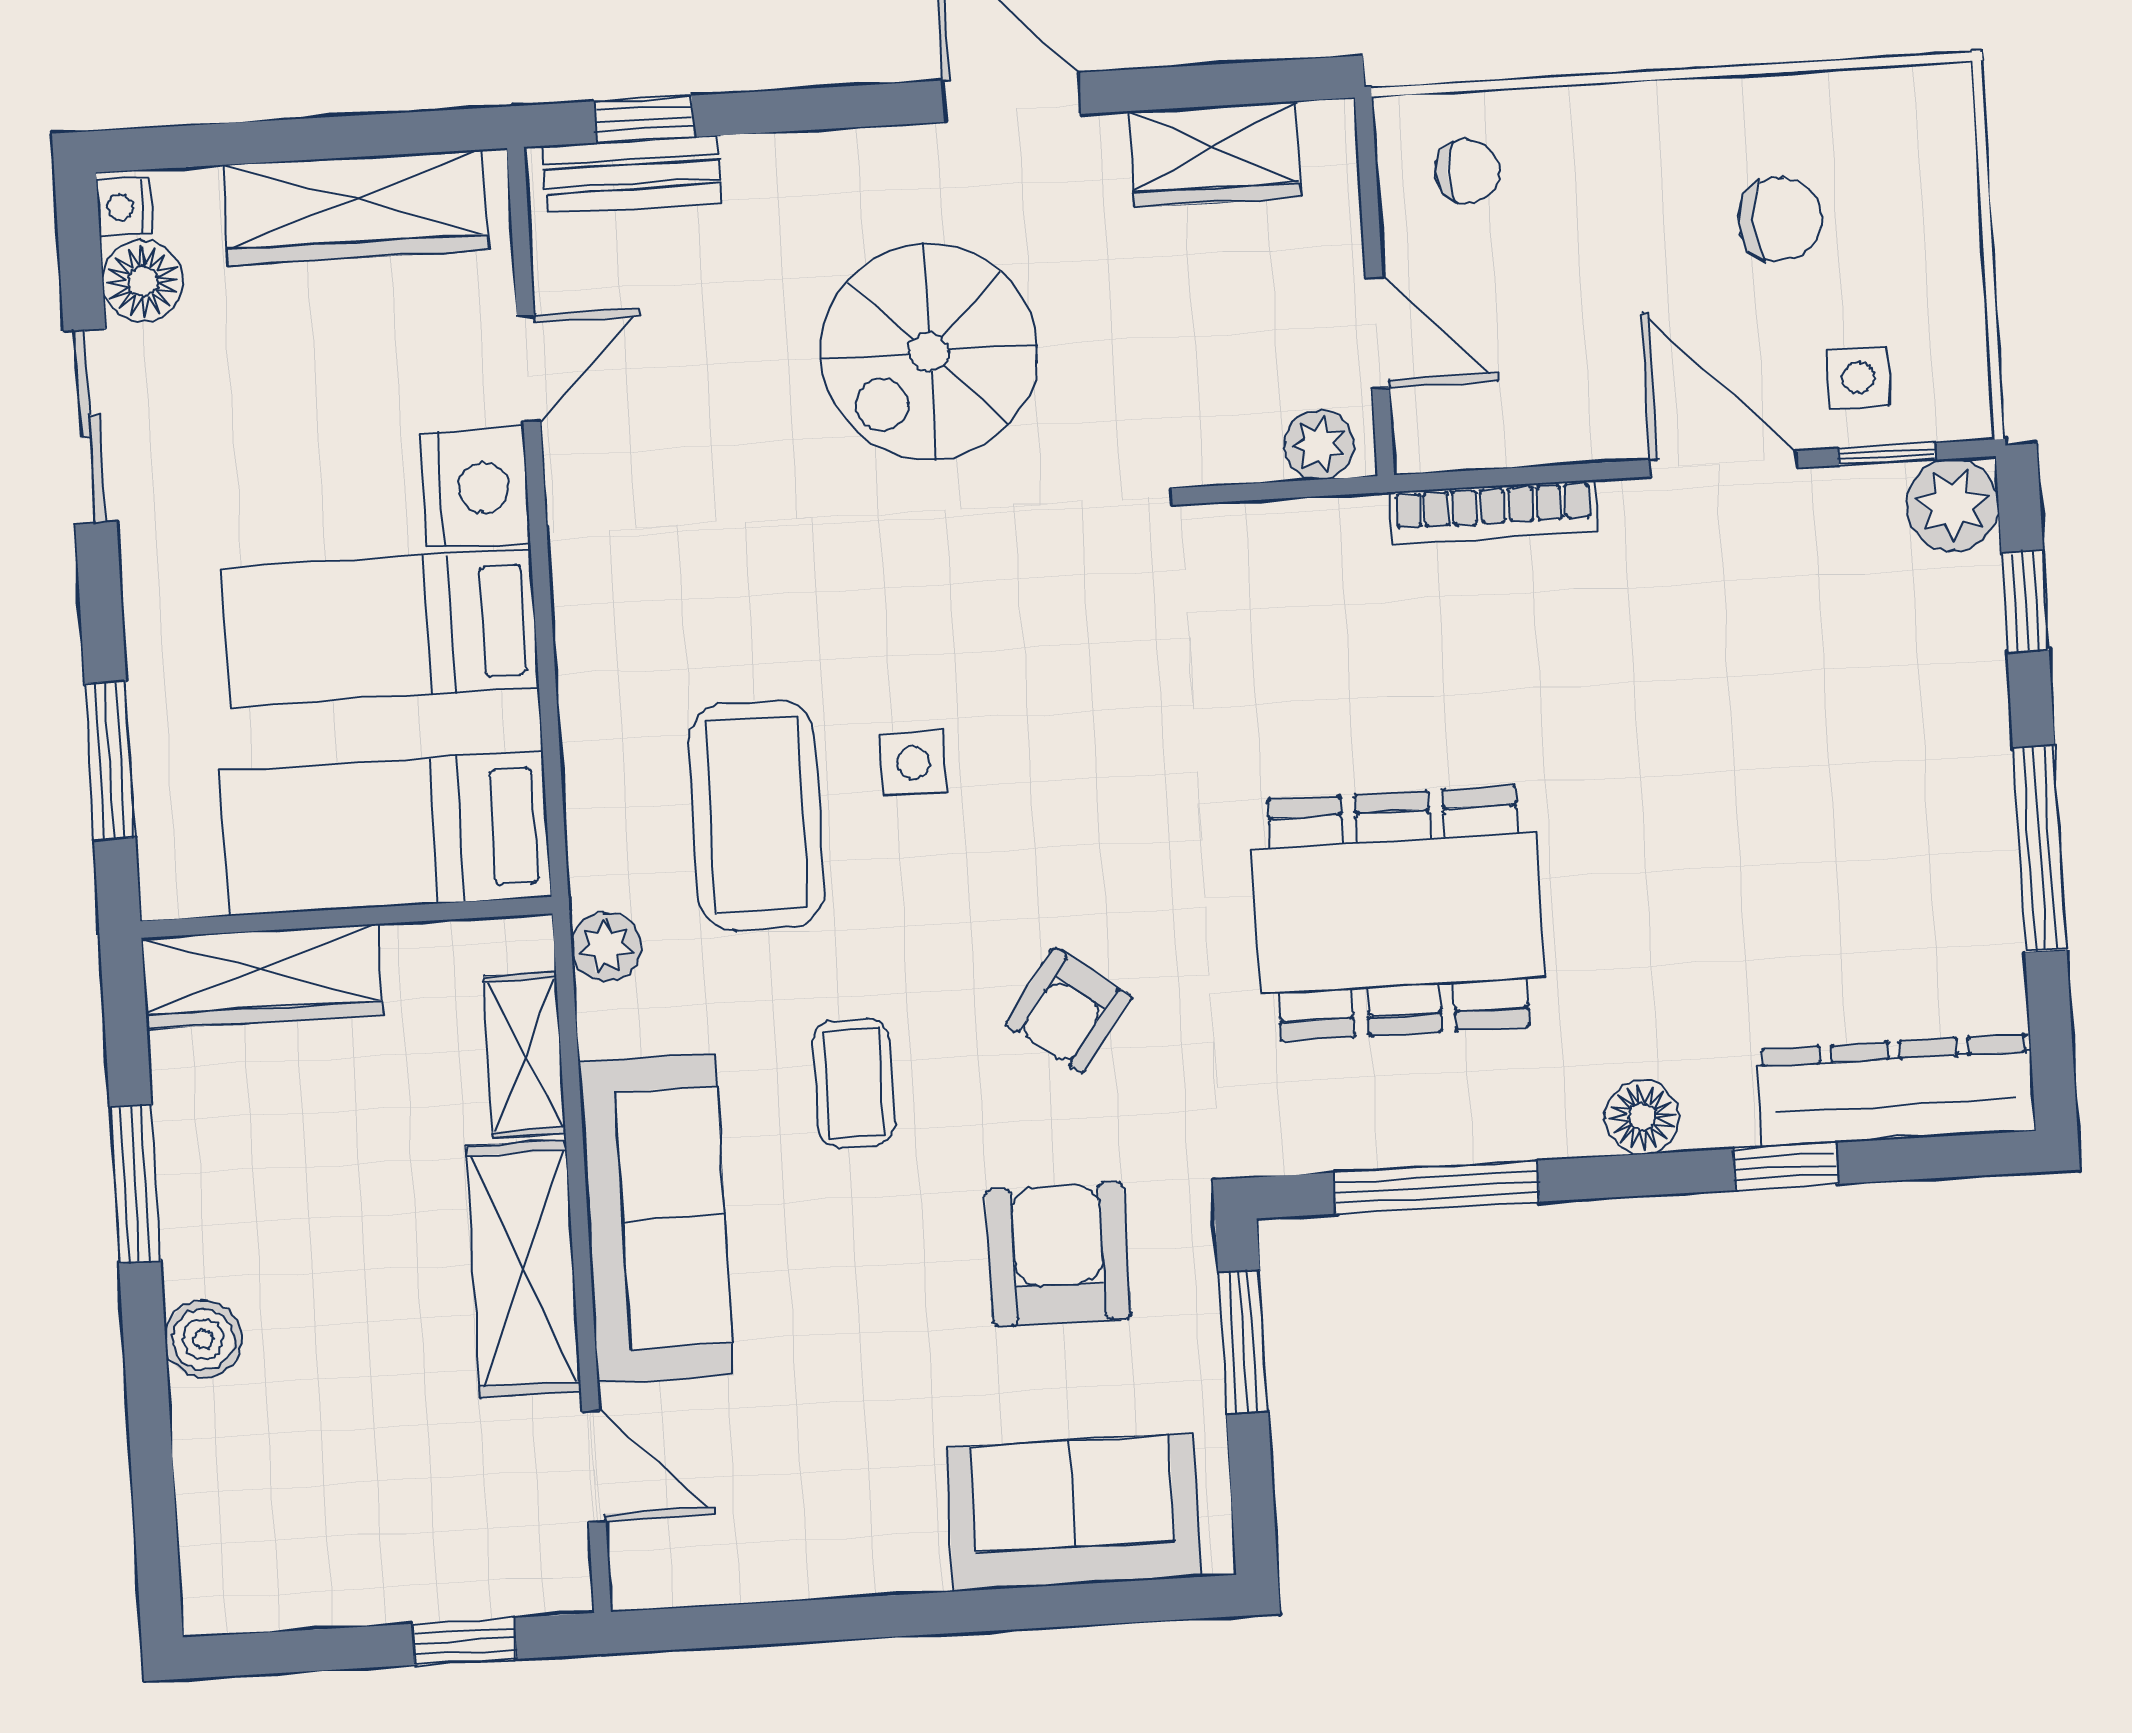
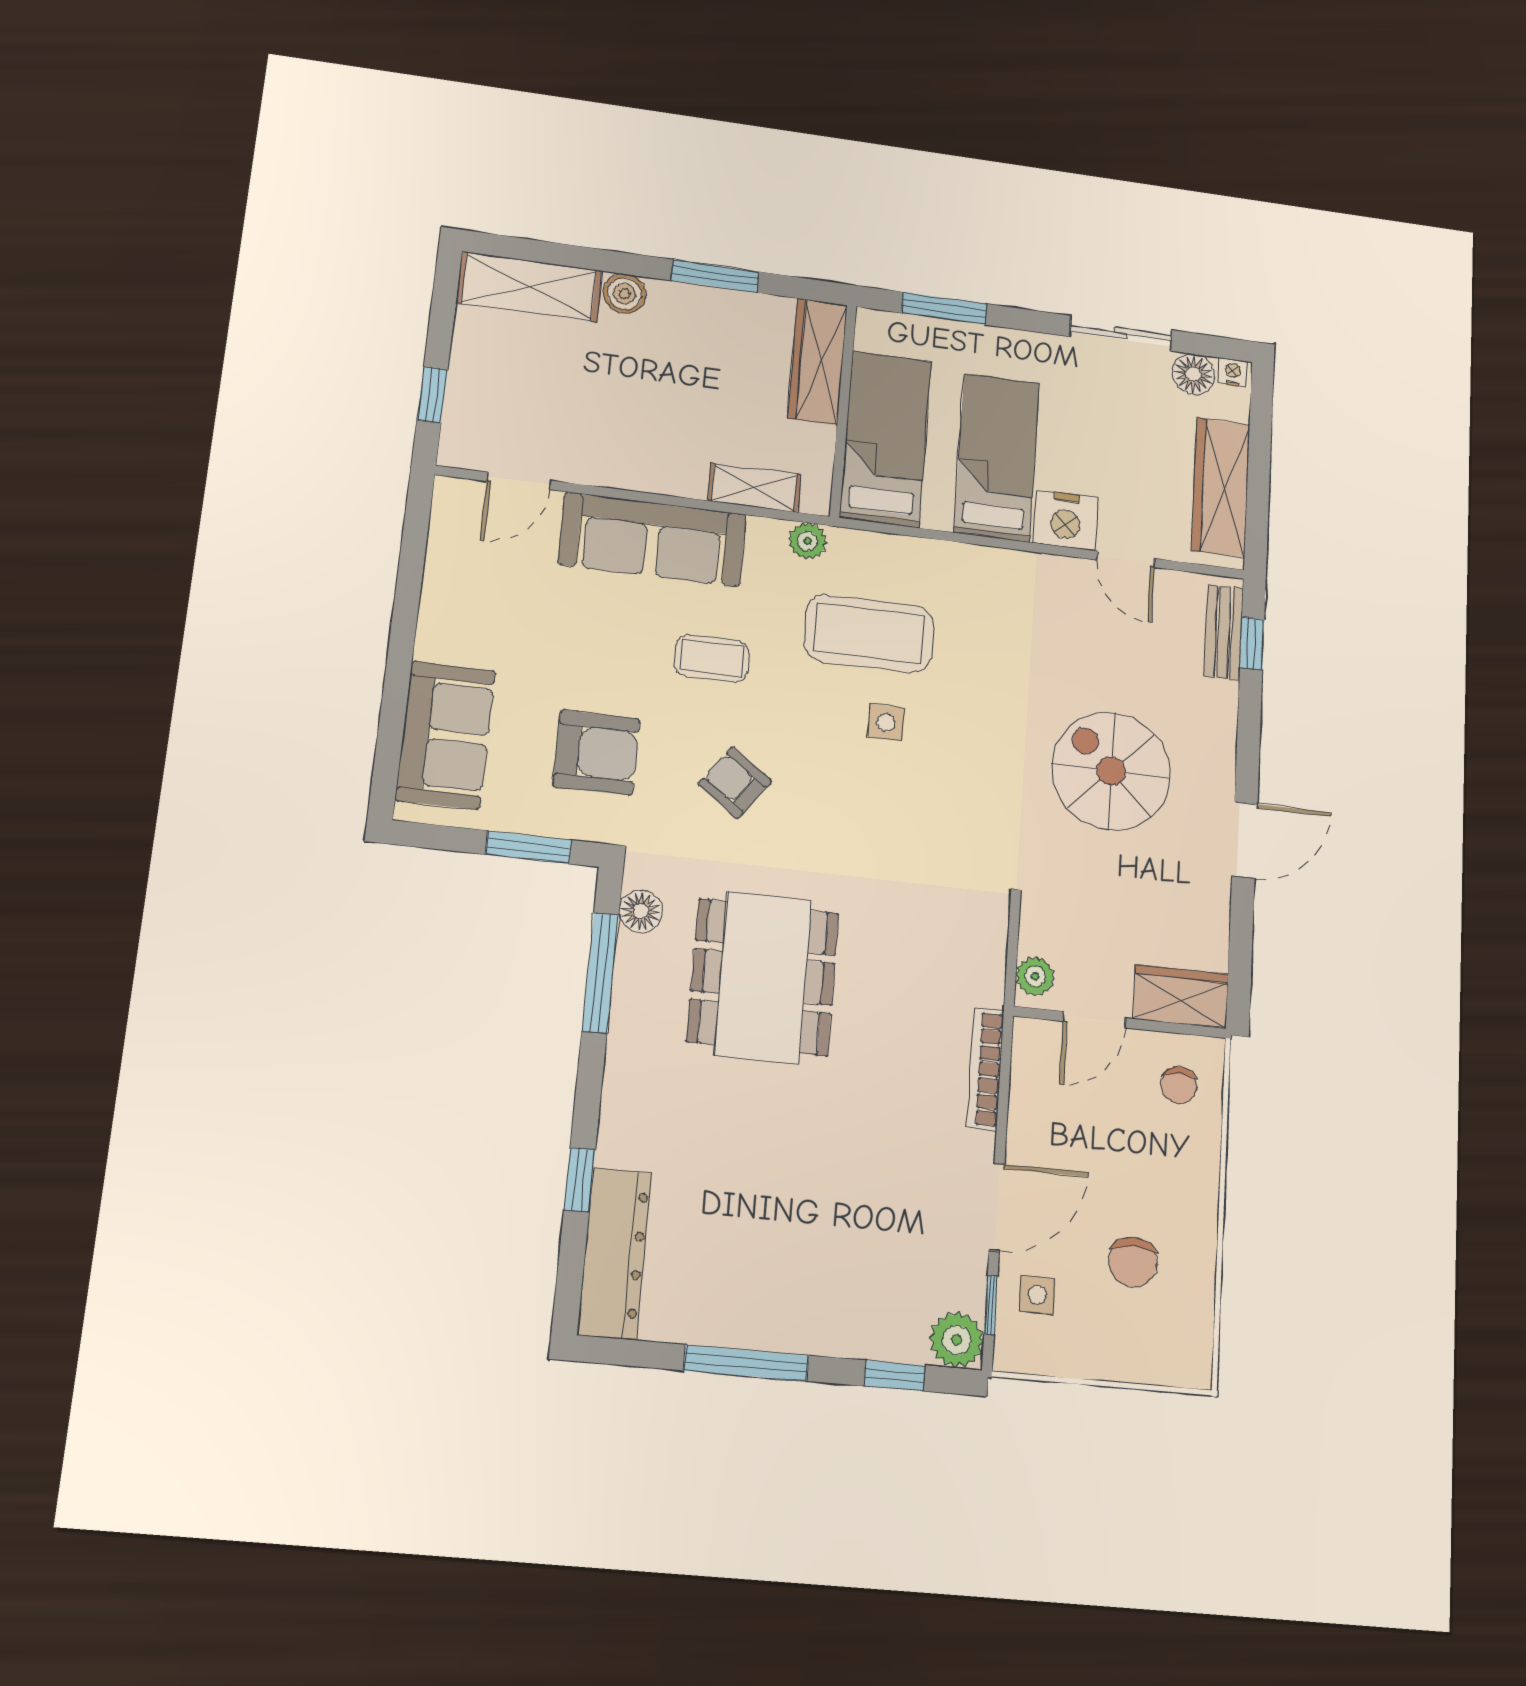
wardrobe: (1215, 154) -> (1181, 997), moved, turned 90
floor lamp: (1642, 1117) -> (641, 911), moved
shelving: (523, 1269) -> (529, 287), moved

